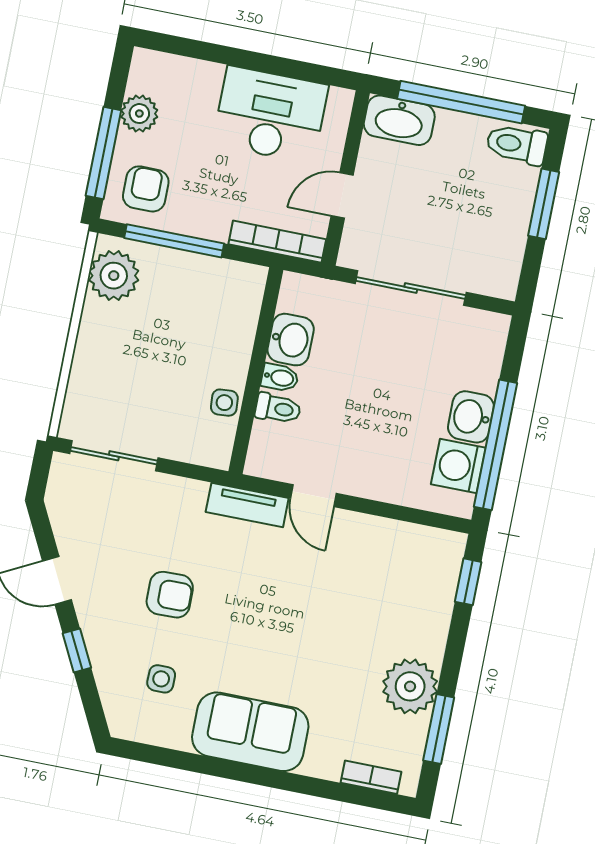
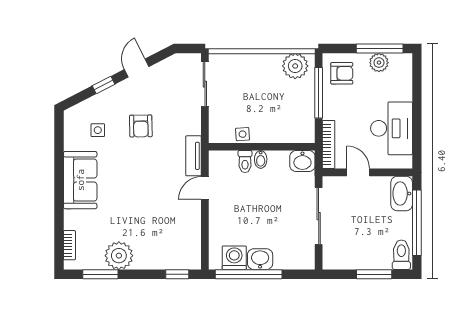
window: (103, 153) -> (380, 49), moved
washbasin: (291, 340) -> (302, 161), moved

